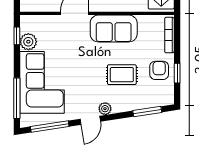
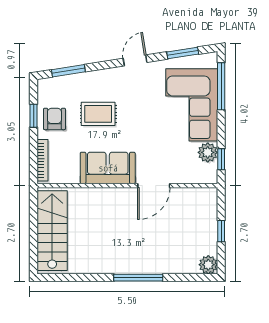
armchair: (159, 70) -> (54, 119), turned 180
plant: (105, 109) -> (118, 74), removed
window: (50, 127) -> (183, 53), width x0.69

